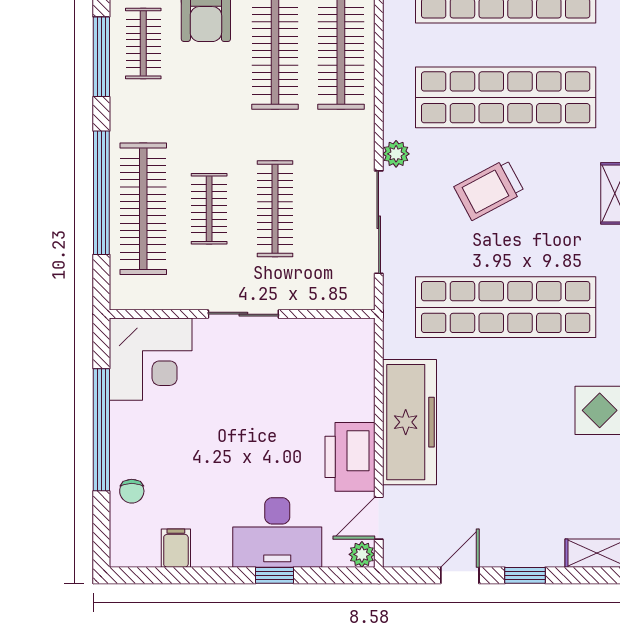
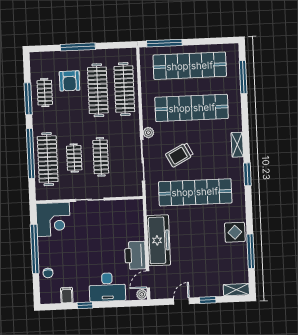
trolley: (489, 190) -> (180, 155), moved
window: (275, 575) -> (85, 305), moved

